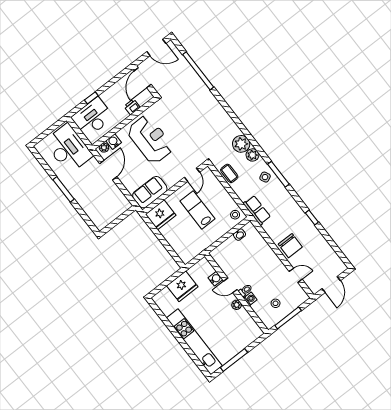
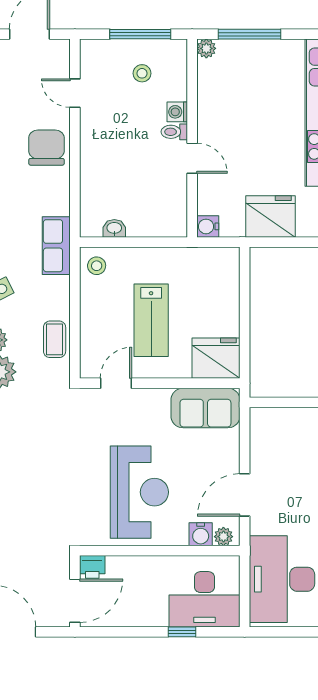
printer: (132, 107) -> (92, 567), moved
reception desk: (150, 139) -> (139, 492), turned 180
water cooler: (215, 279) -> (208, 226), moved
plant: (237, 305) -> (206, 48), moved
window: (234, 360) -> (249, 34), moved

